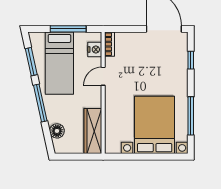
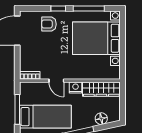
nightstand: (95, 49) -> (76, 88), moved
window: (191, 60) -> (58, 8), moved
armchair: (172, 67) -> (49, 24), added

